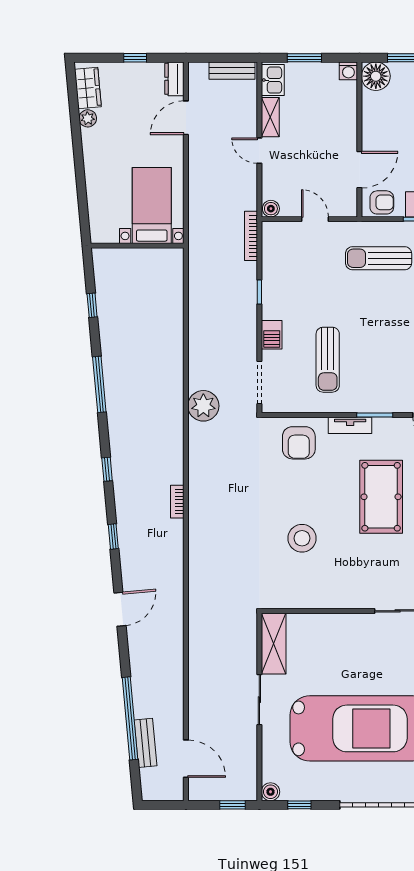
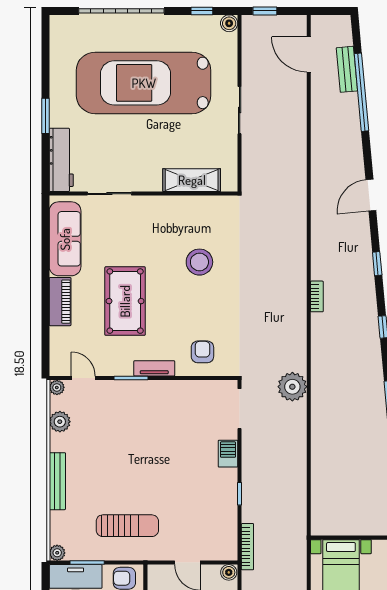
sun lounger: (328, 360) -> (175, 430), removed
armchair: (299, 443) -> (202, 352), width x0.72, depth x0.72
shelving: (274, 644) -> (192, 180), moved, turned 90

